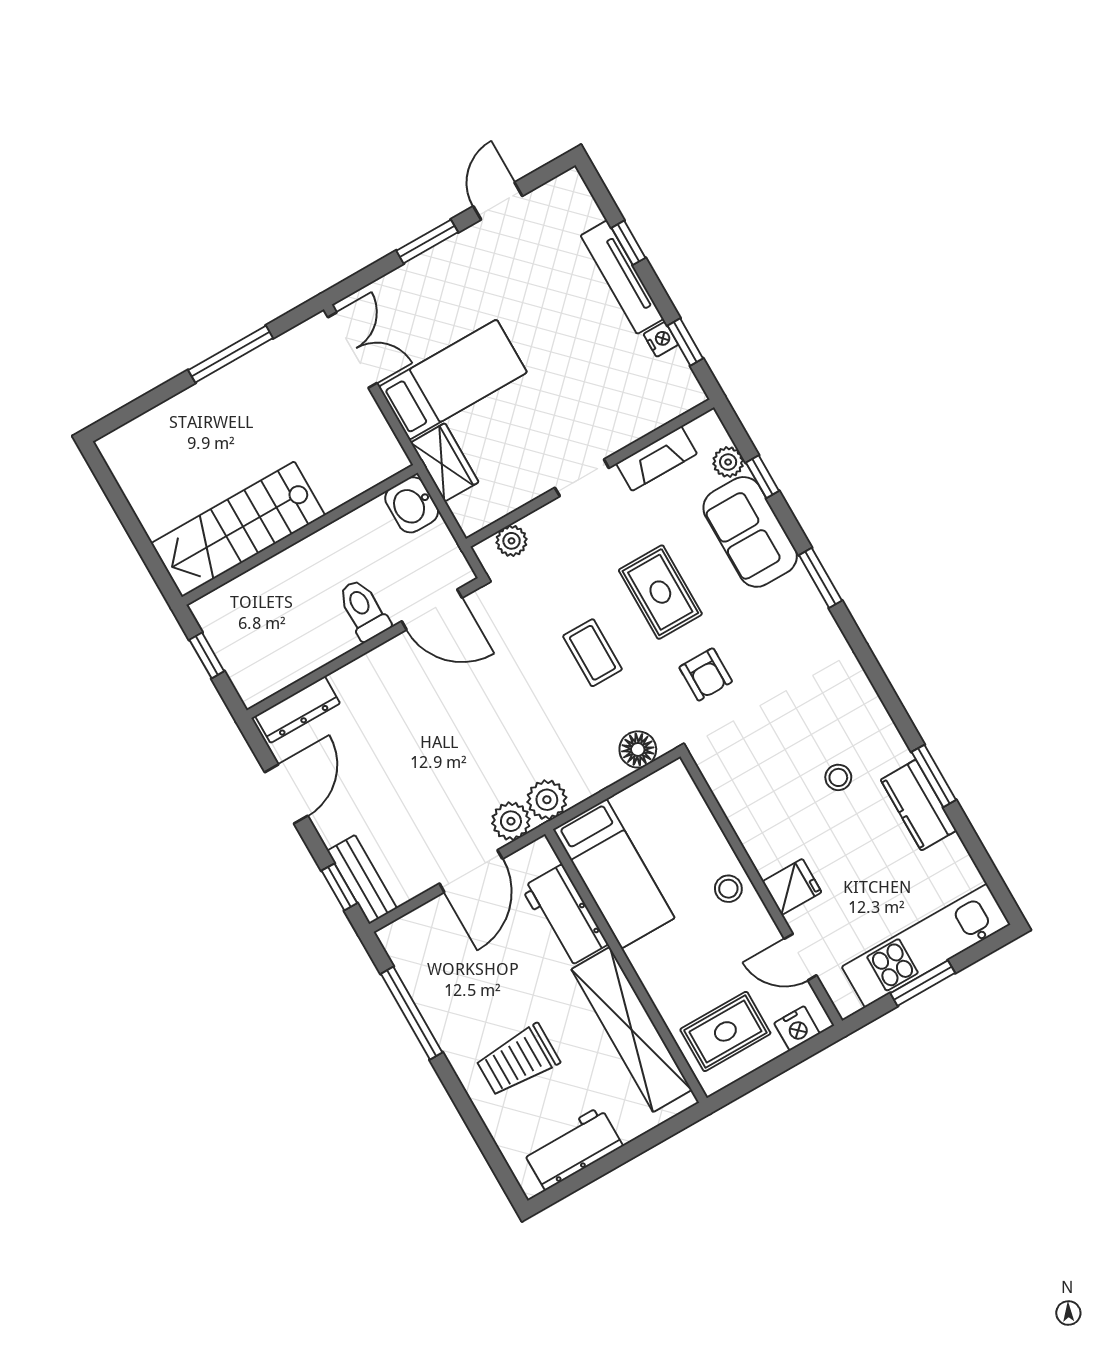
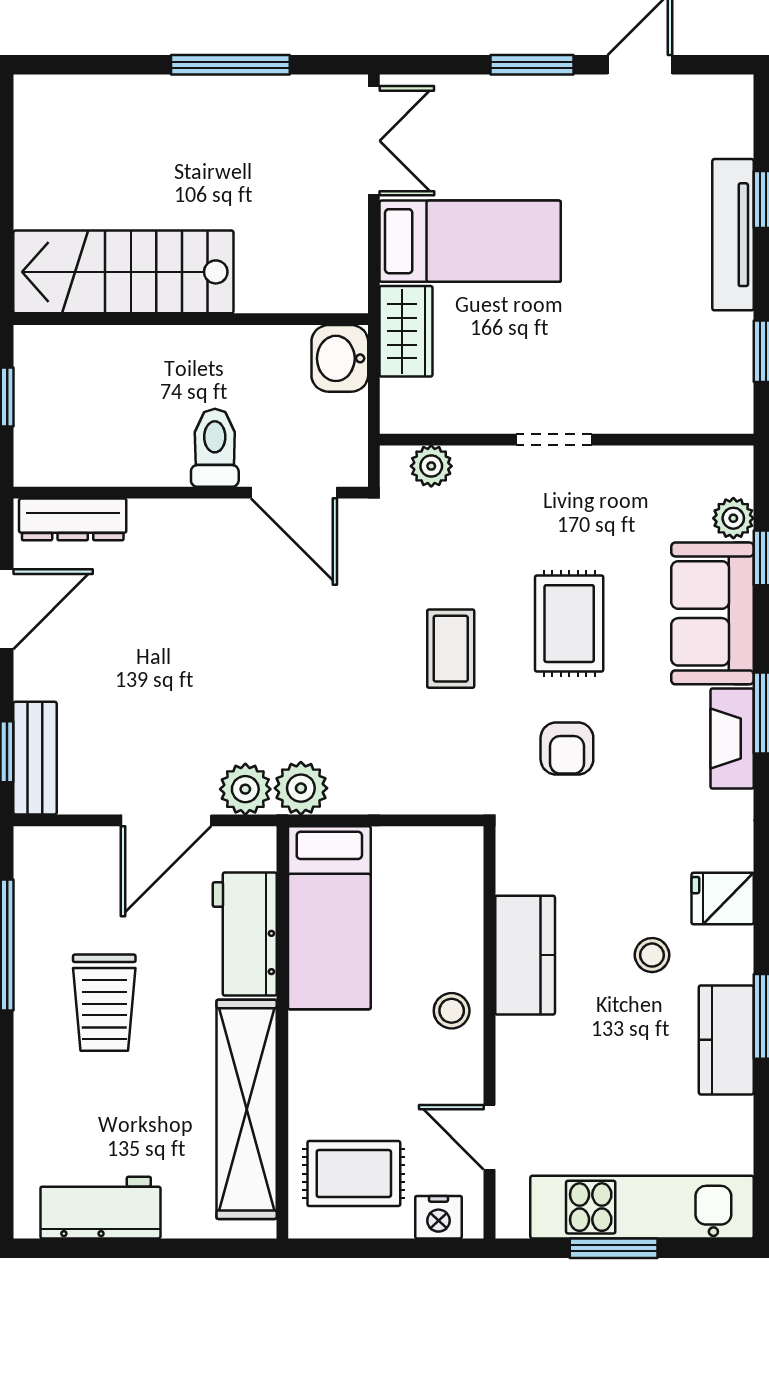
nightstand: (661, 339) -> (737, 332), removed
fireplace: (657, 459) -> (732, 739), moved, turned 90
floor lamp: (638, 749) -> (439, 790), removed
kitchen counter: (756, 825) -> (525, 955), added
fridge: (792, 887) -> (723, 899), moved, turned 180
trolley: (518, 1060) -> (104, 1003), moved, turned -90

